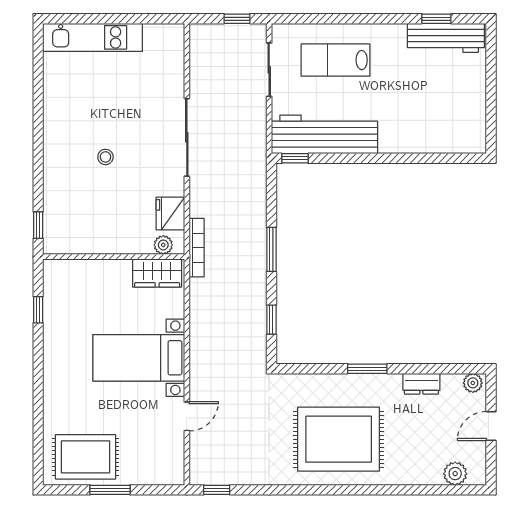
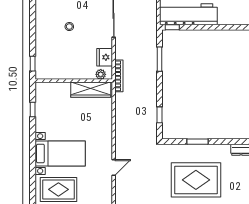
window: (271, 249) -> (160, 59), moved
wardrobe: (157, 273) -> (91, 90), width x1.50
bed with nightstands: (139, 358) -> (60, 154), moved, turned 180
window: (367, 369) -> (198, 142), moved

